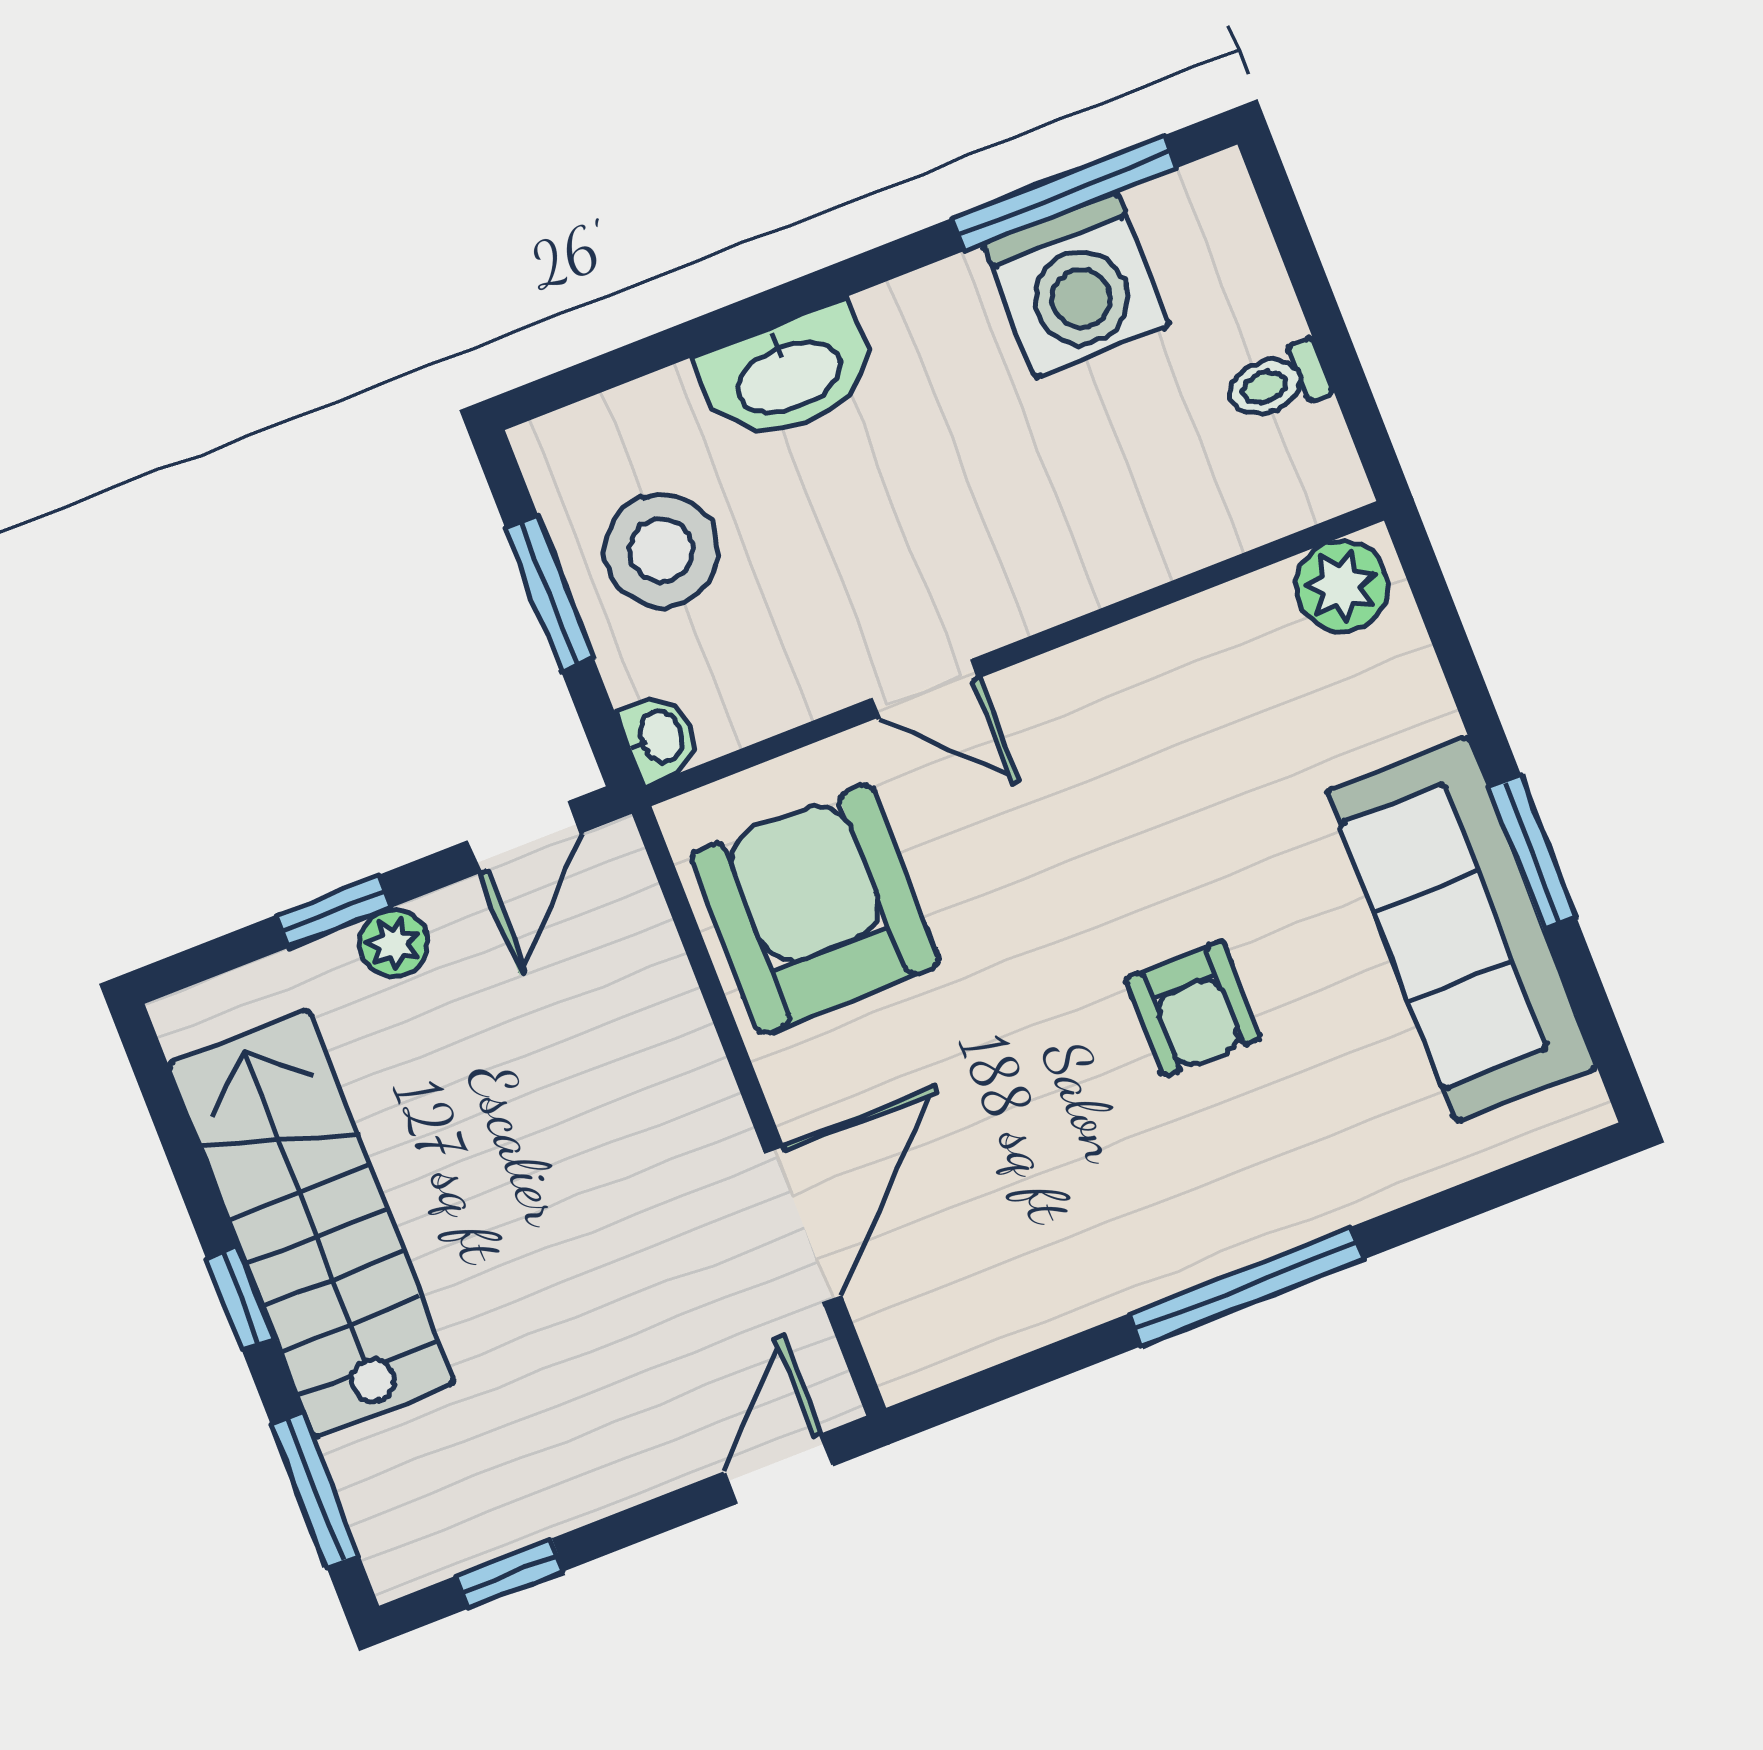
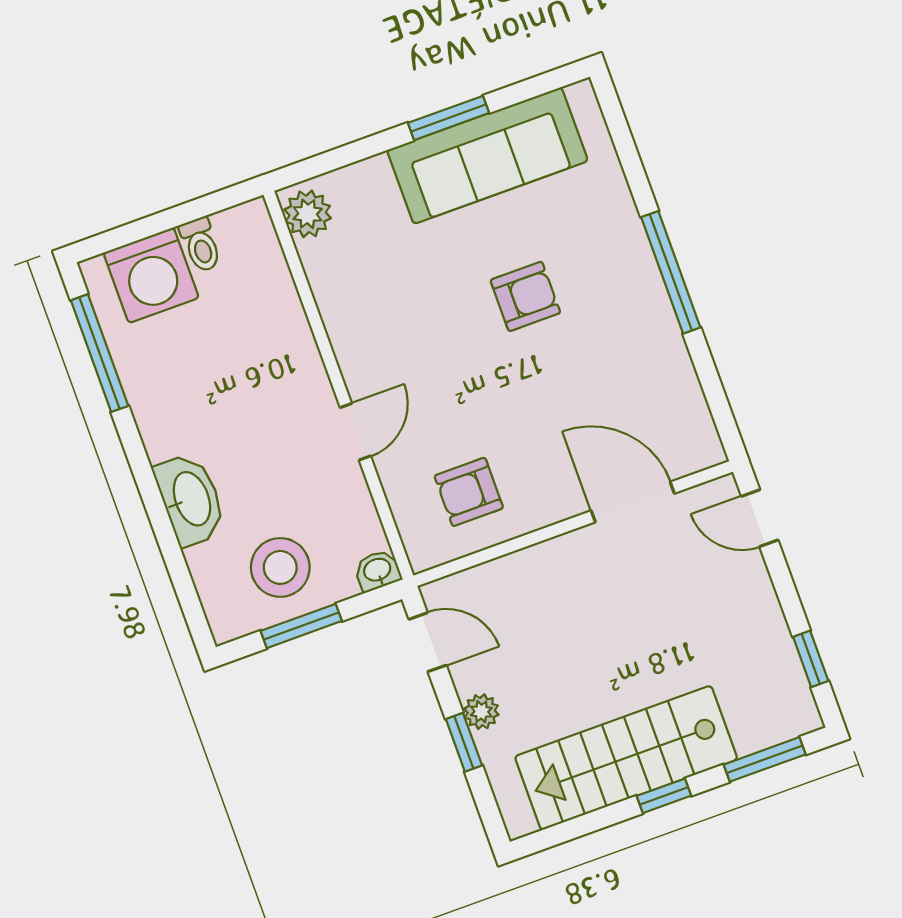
washing machine: (1076, 285) -> (151, 275), moved, turned 90
armchair: (815, 909) -> (469, 492), width x0.53, depth x0.53

